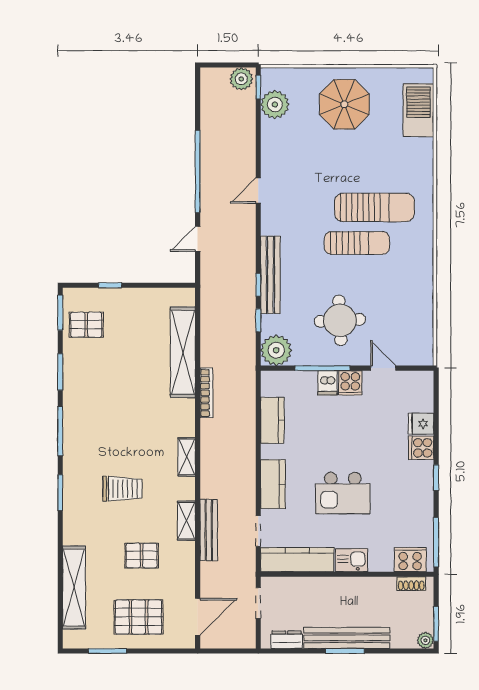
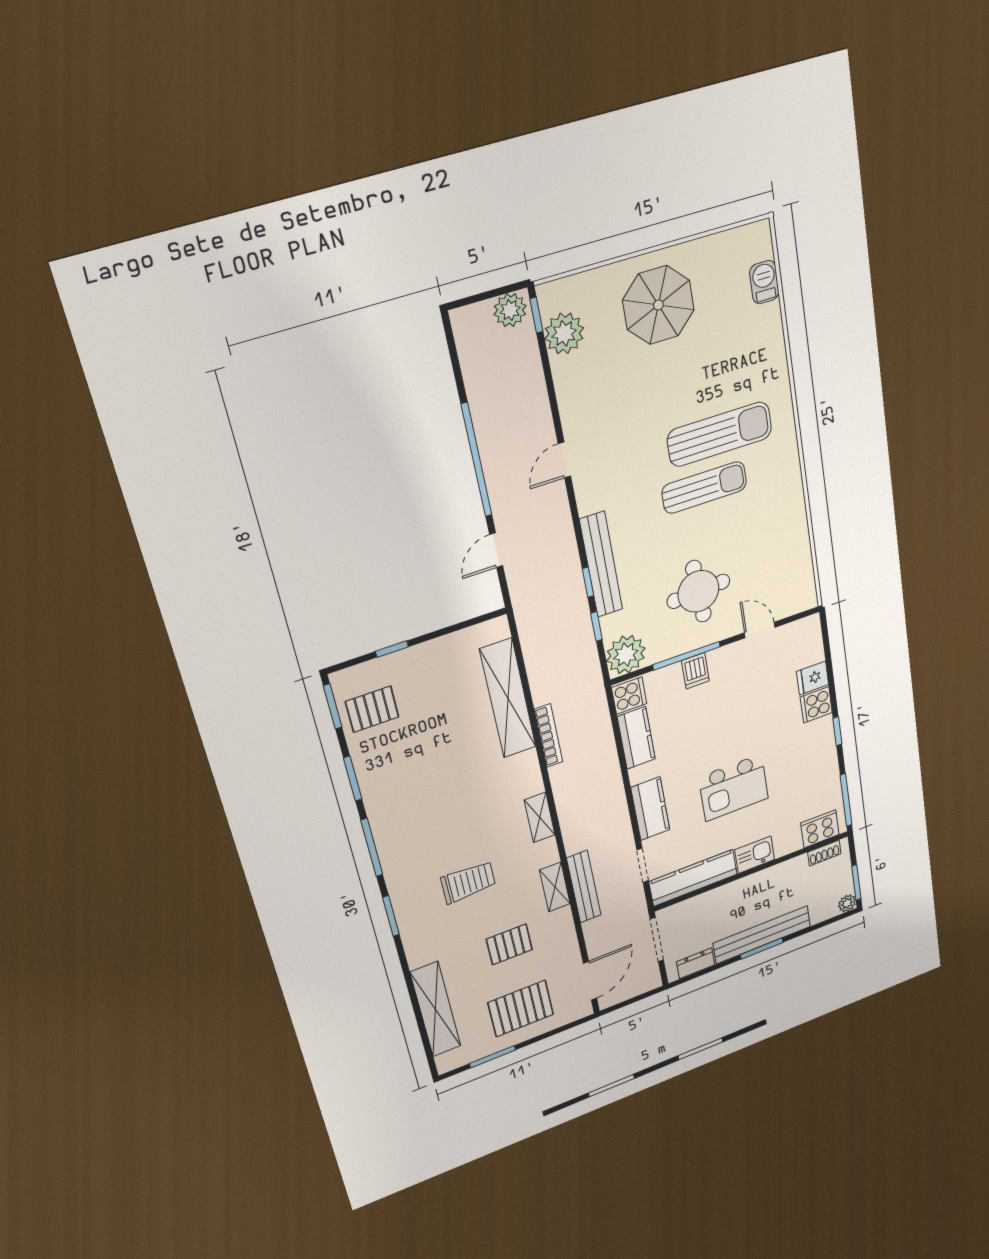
barbecue: (418, 110) -> (764, 282), width x0.53, depth x0.65
cooker: (350, 383) -> (629, 696), moved, turned -90
doorway: (258, 603) -> (657, 940), width x1.38

